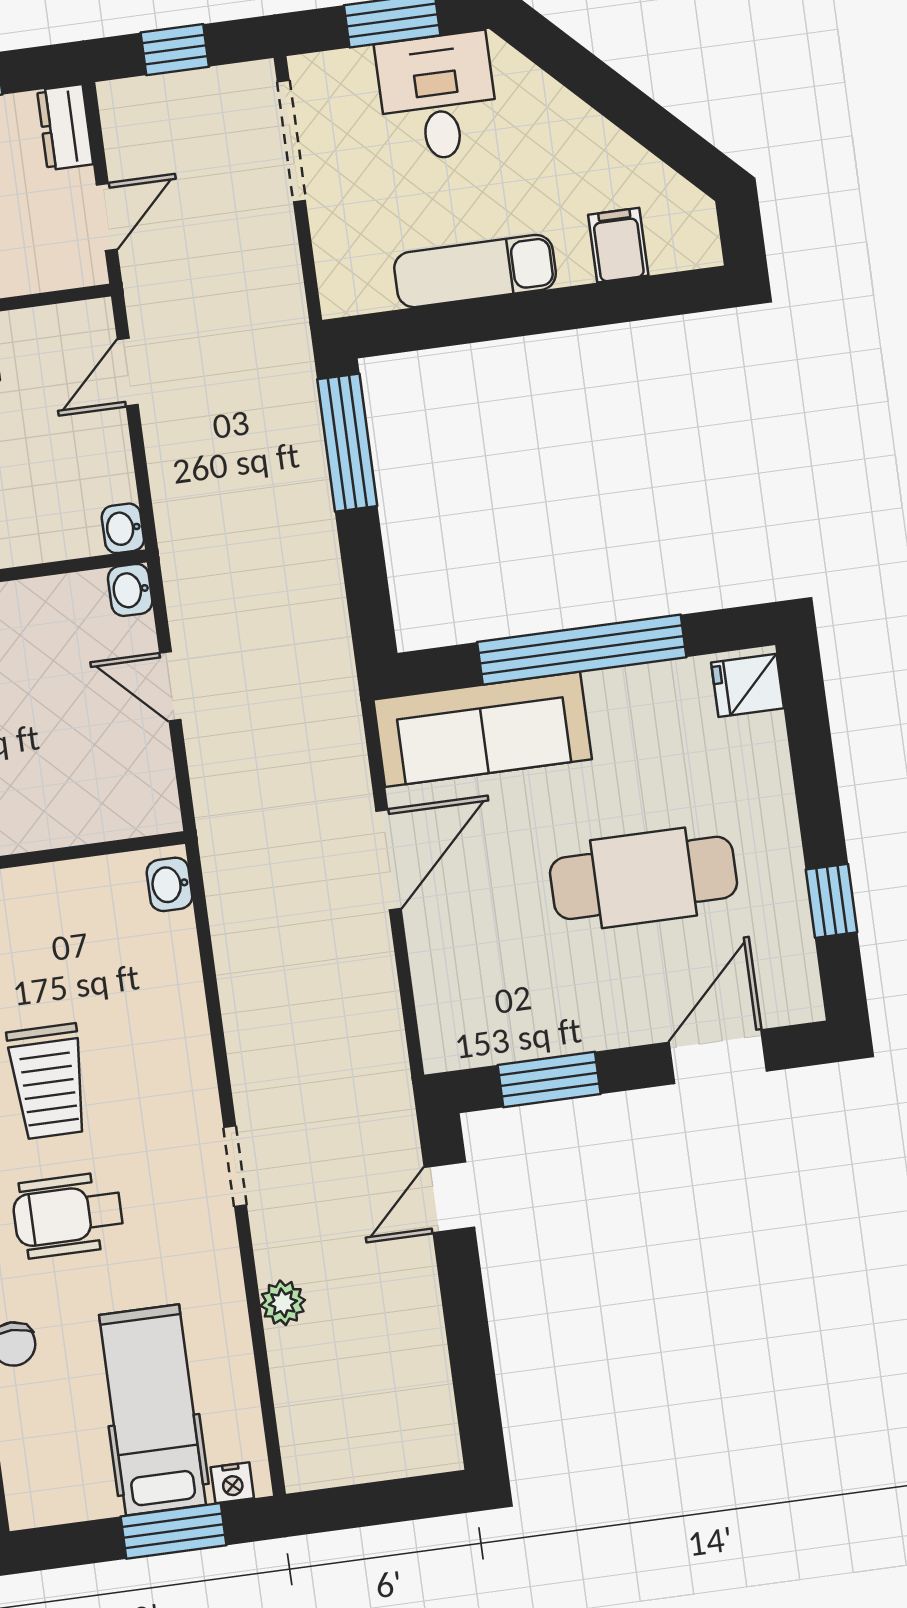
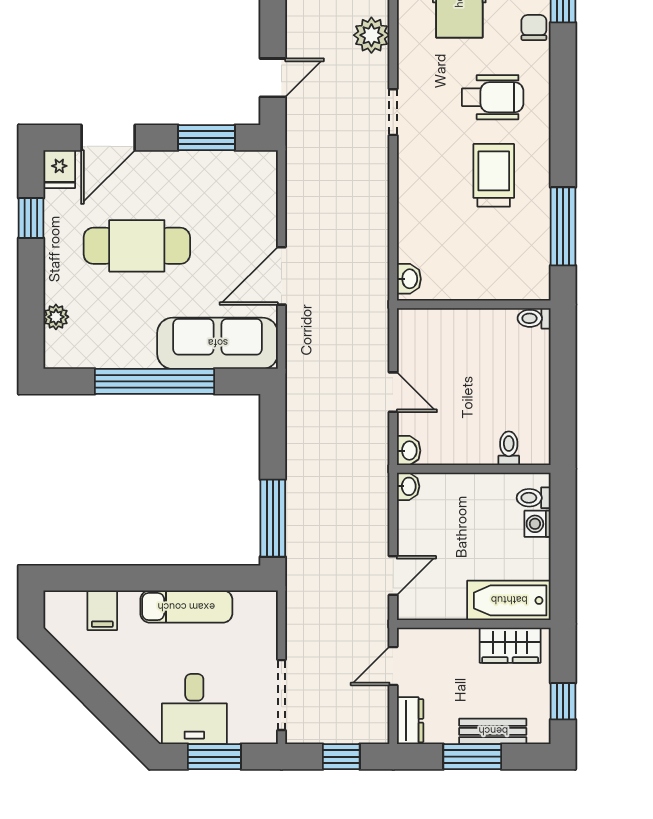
fridge: (747, 685) -> (59, 169), moved, turned 90
plant: (766, 737) -> (56, 317), added
plant: (283, 1303) -> (371, 35), width x1.38, depth x1.38

